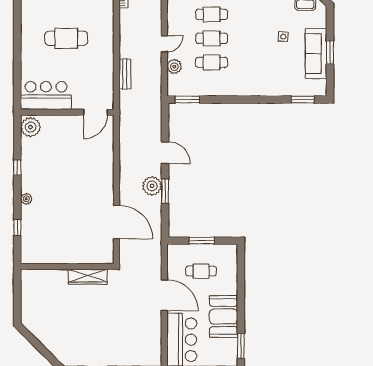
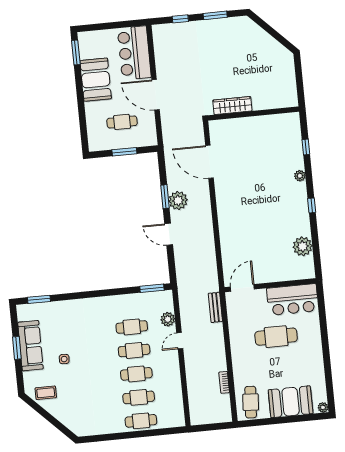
bar counter: (46, 95) -> (293, 300), moved
wall: (67, 112) -> (270, 285), moved
door: (96, 112) -> (242, 288), moved

